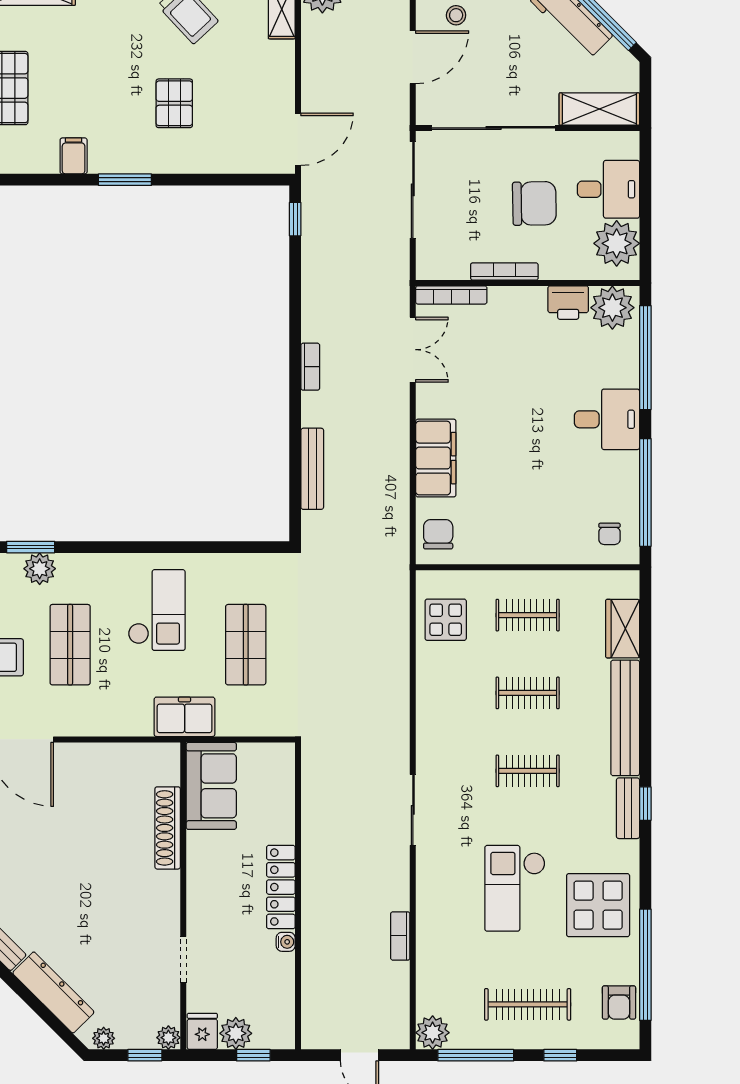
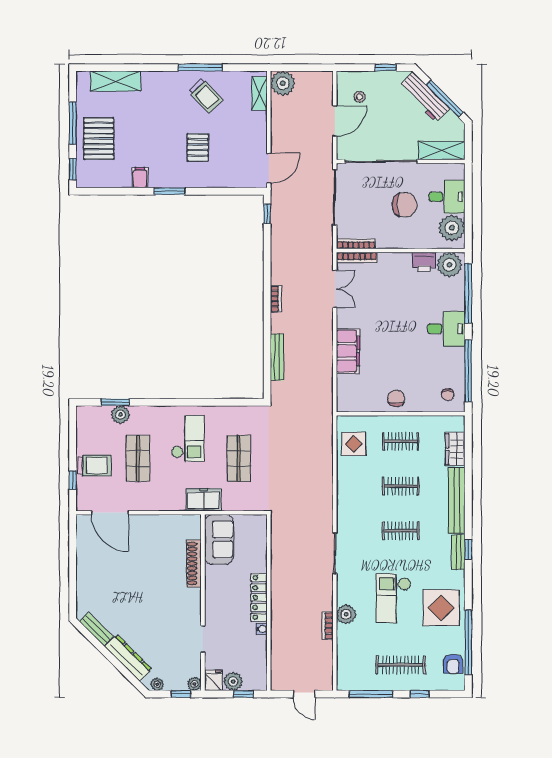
bookcase: (504, 271) -> (356, 244), moved
chair: (438, 534) -> (396, 398), moved
plant: (433, 1033) -> (346, 614), moved

